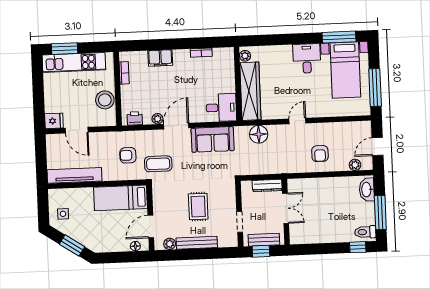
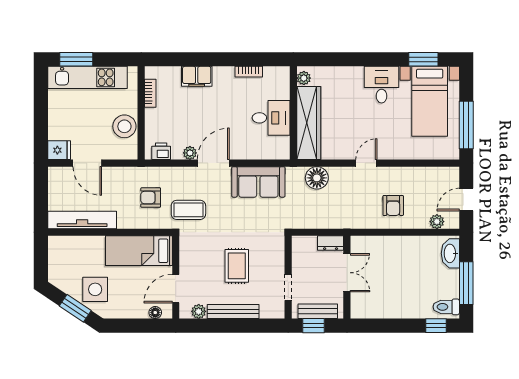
window: (339, 37) -> (423, 59), width x0.69
desk: (221, 108) -> (271, 118), moved
dresser: (267, 186) -> (331, 243), width x0.70
side table: (63, 214) -> (95, 289), moved, width x1.87, depth x1.87

